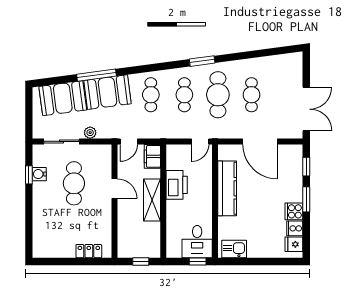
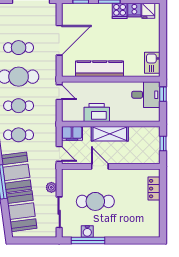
window: (29, 175) -> (88, 240), width x2.17
door: (114, 189) -> (100, 166), hinge flipped

